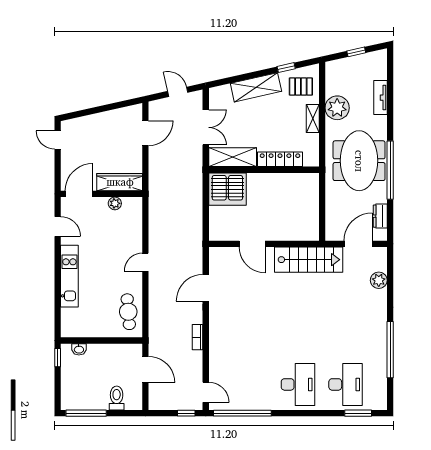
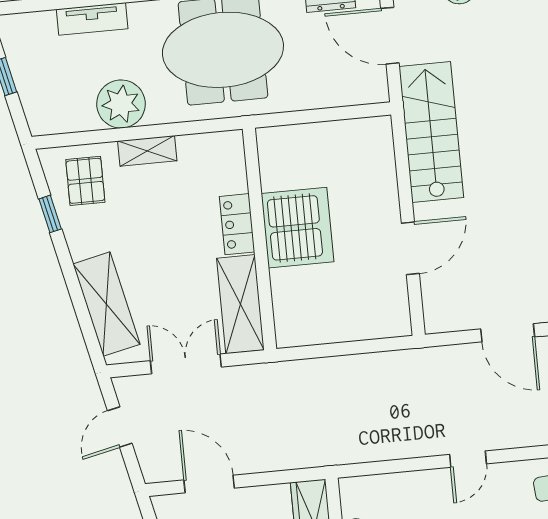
shelving: (256, 87) -> (106, 304), moved
locker: (280, 159) -> (237, 224), width x0.66
server rack: (227, 189) -> (298, 228), moved
door: (145, 262) -> (468, 459), hinge flipped

